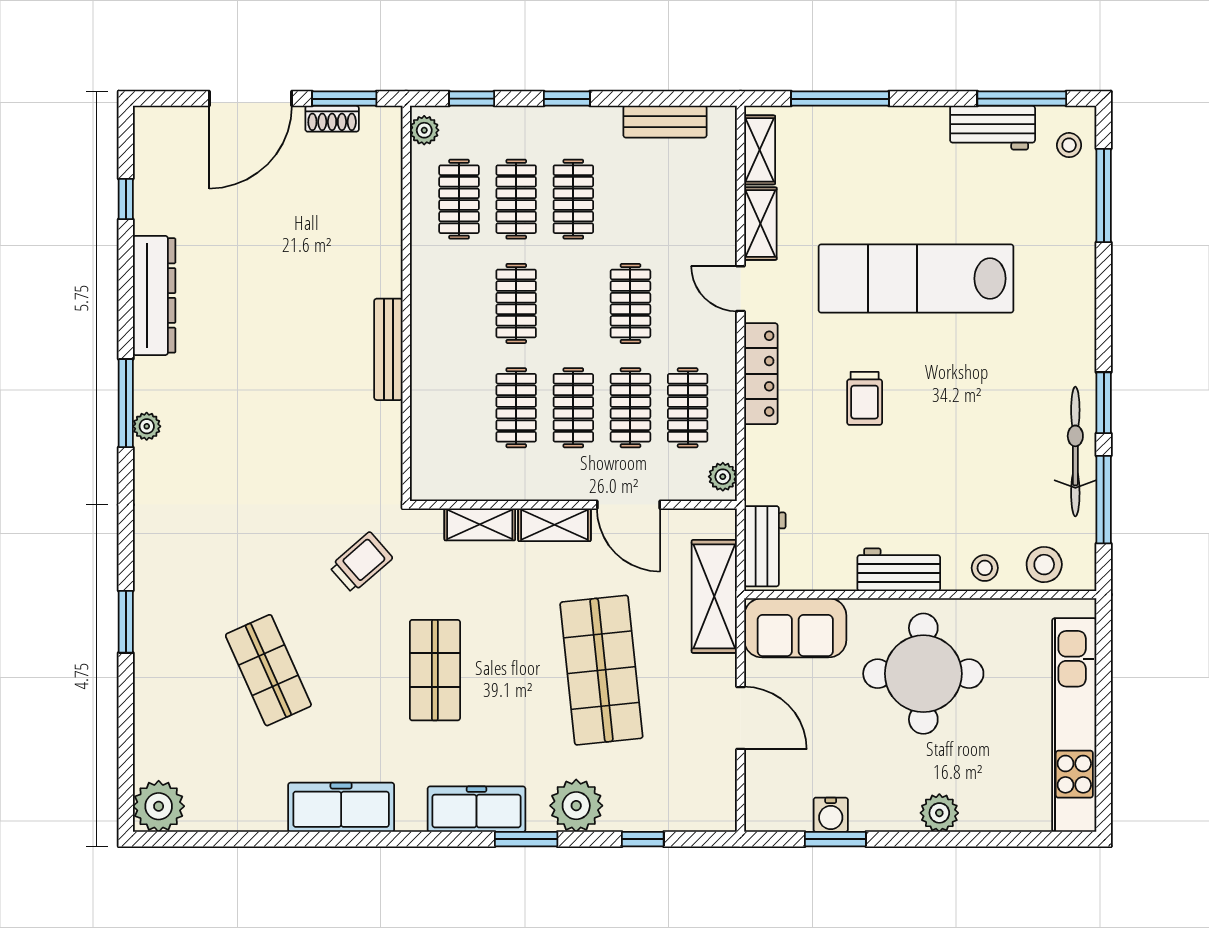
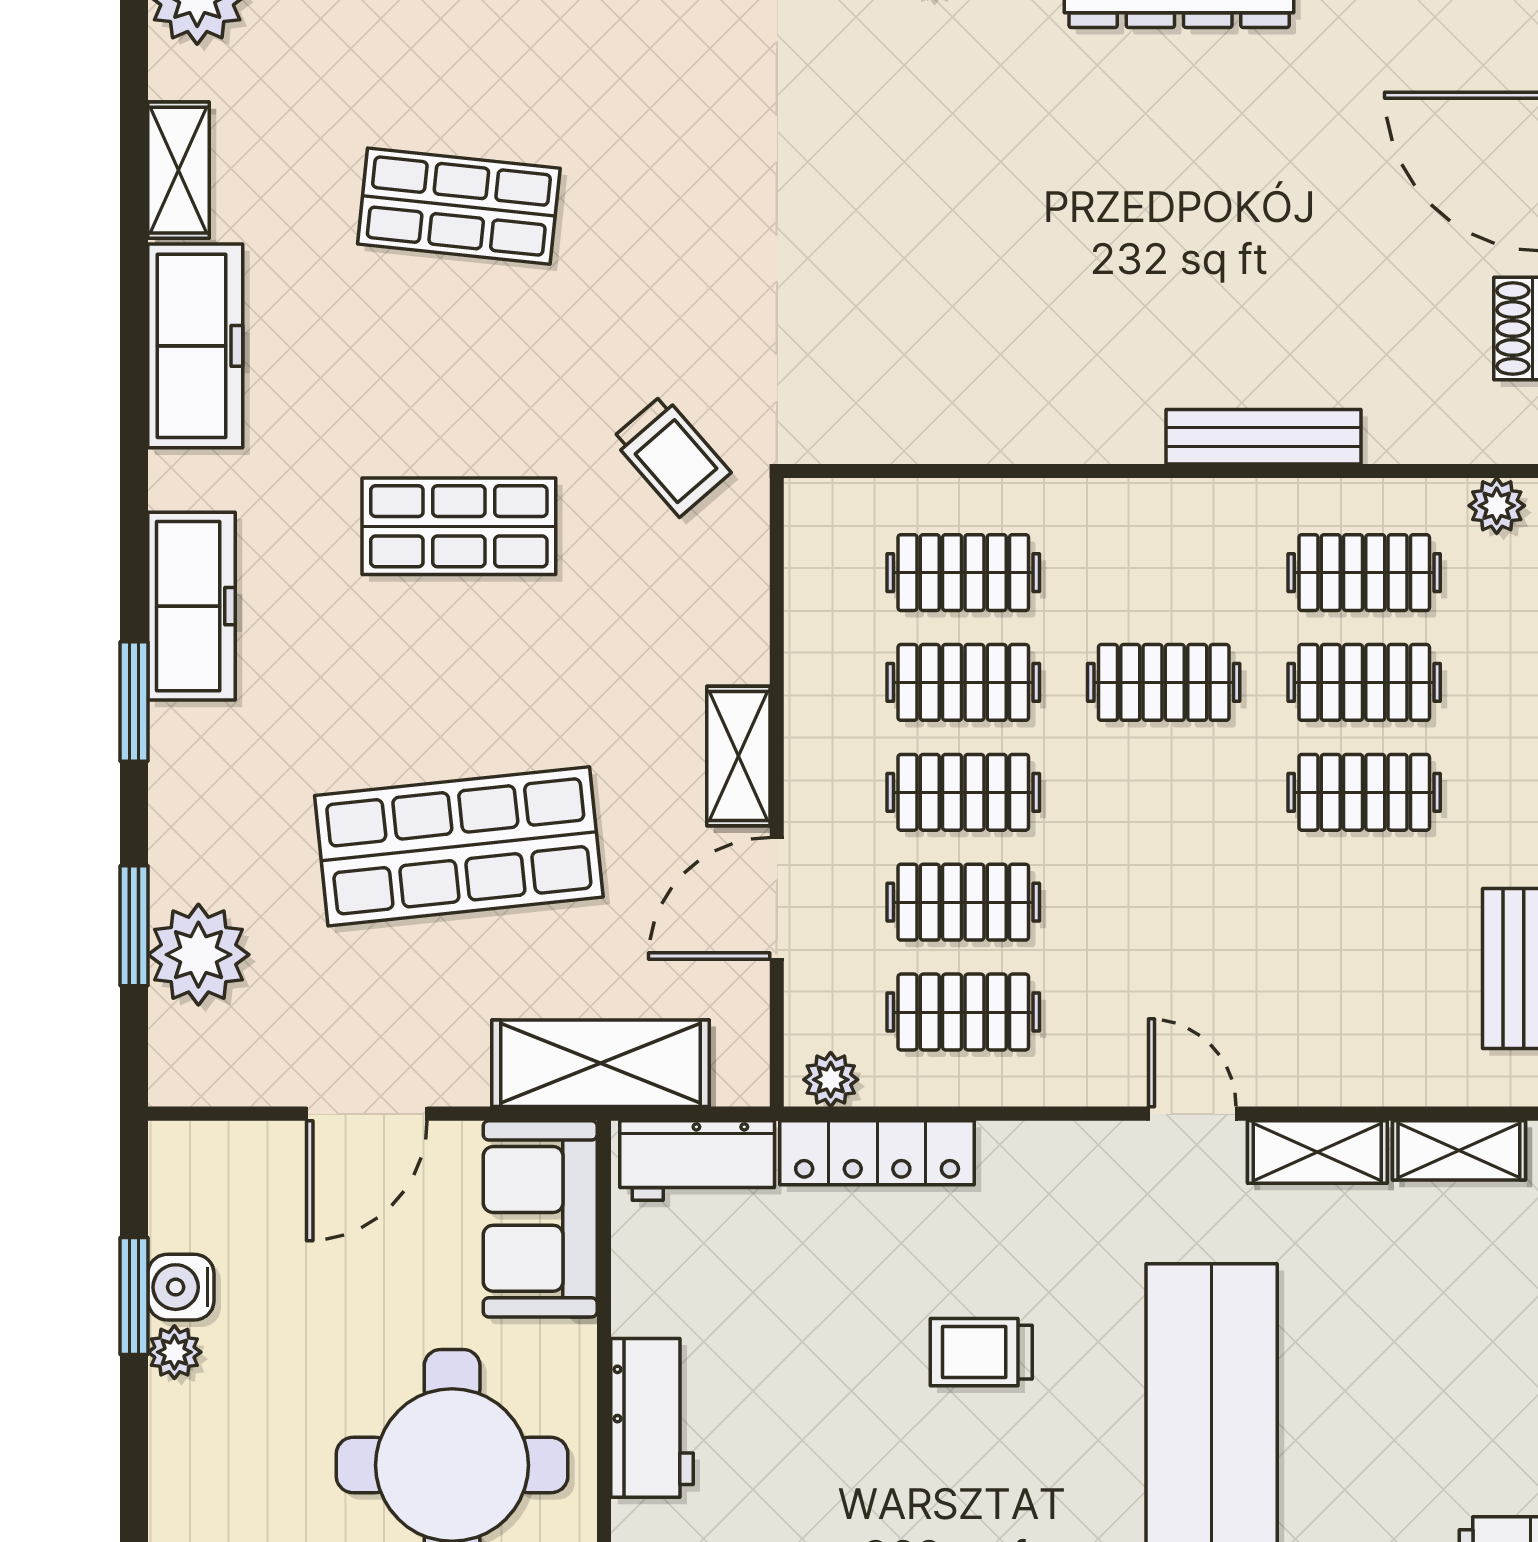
door: (740, 289) -> (1192, 1114), hinge flipped
clothes rail: (630, 303) -> (963, 573), moved
bench: (388, 349) -> (1263, 437), moved
locker: (761, 374) -> (877, 1153), moved
shelving: (480, 524) -> (179, 170), moved
trolley: (361, 562) -> (671, 456), moved
shop shelf: (268, 670) -> (459, 206), turned 30
plant: (576, 806) -> (198, 955), moved
plant: (939, 813) -> (174, 1352), moved, width x0.73, depth x0.73
window: (643, 839) -> (134, 926), width x1.50

